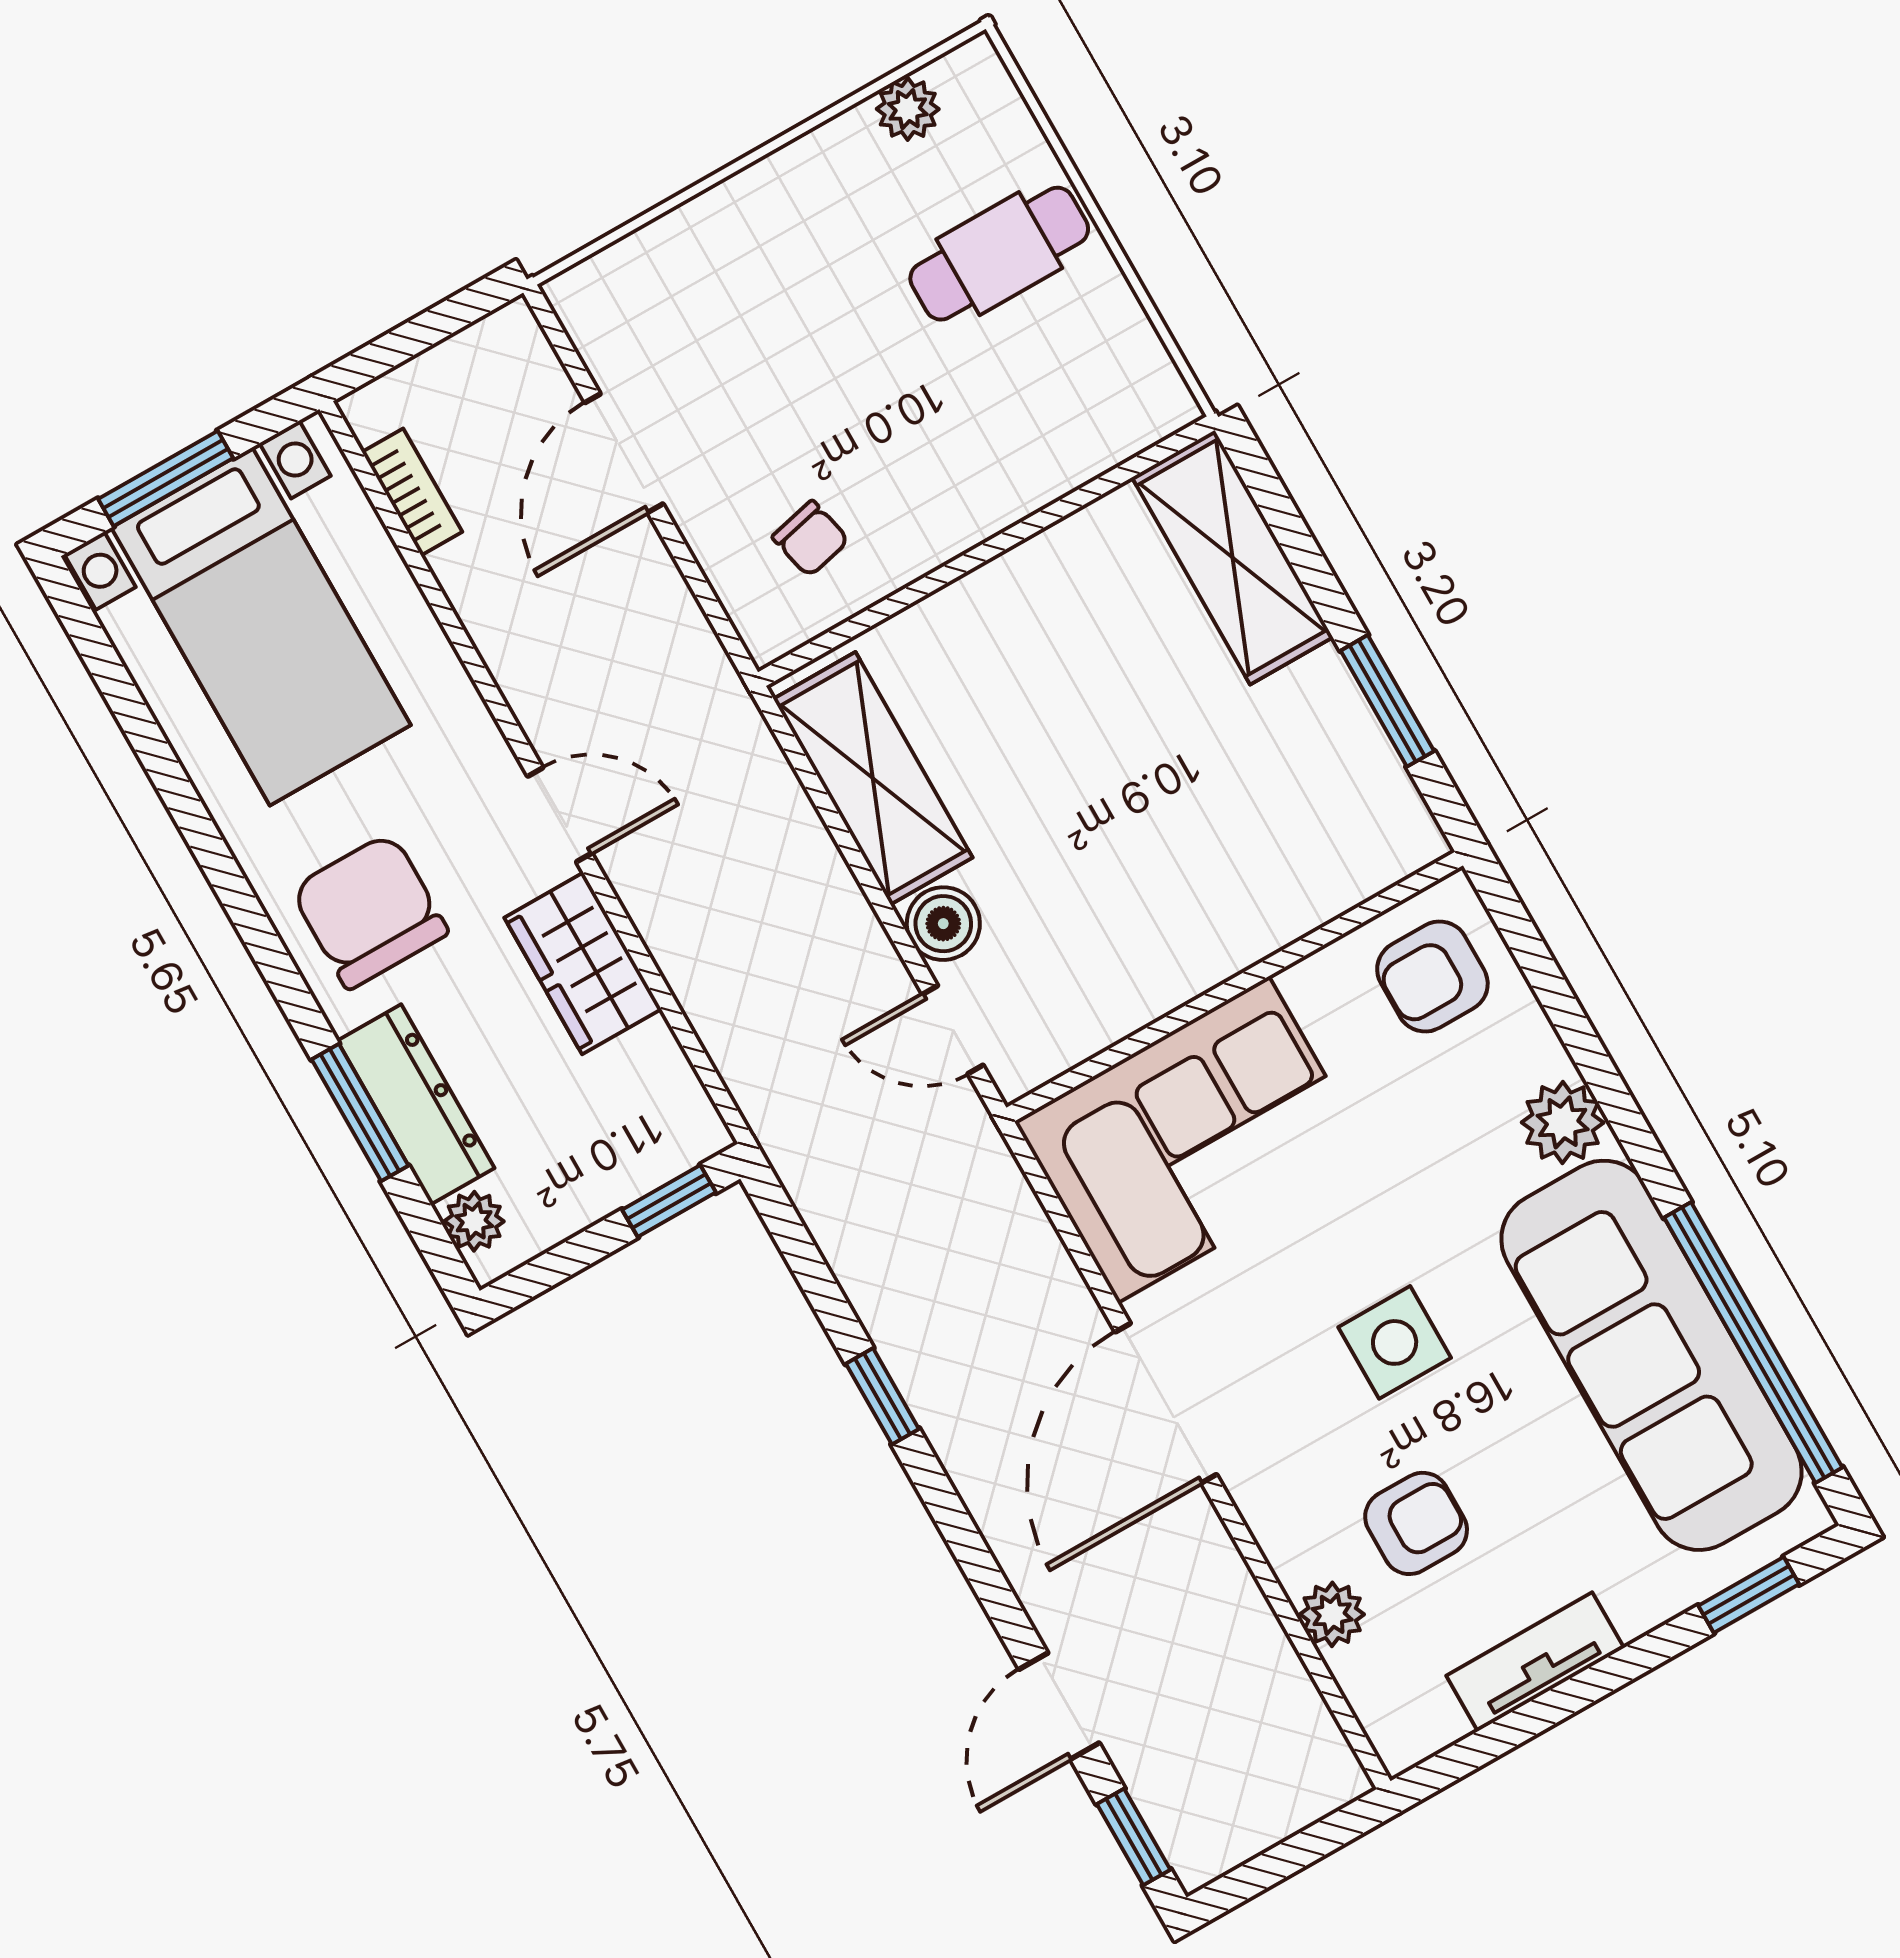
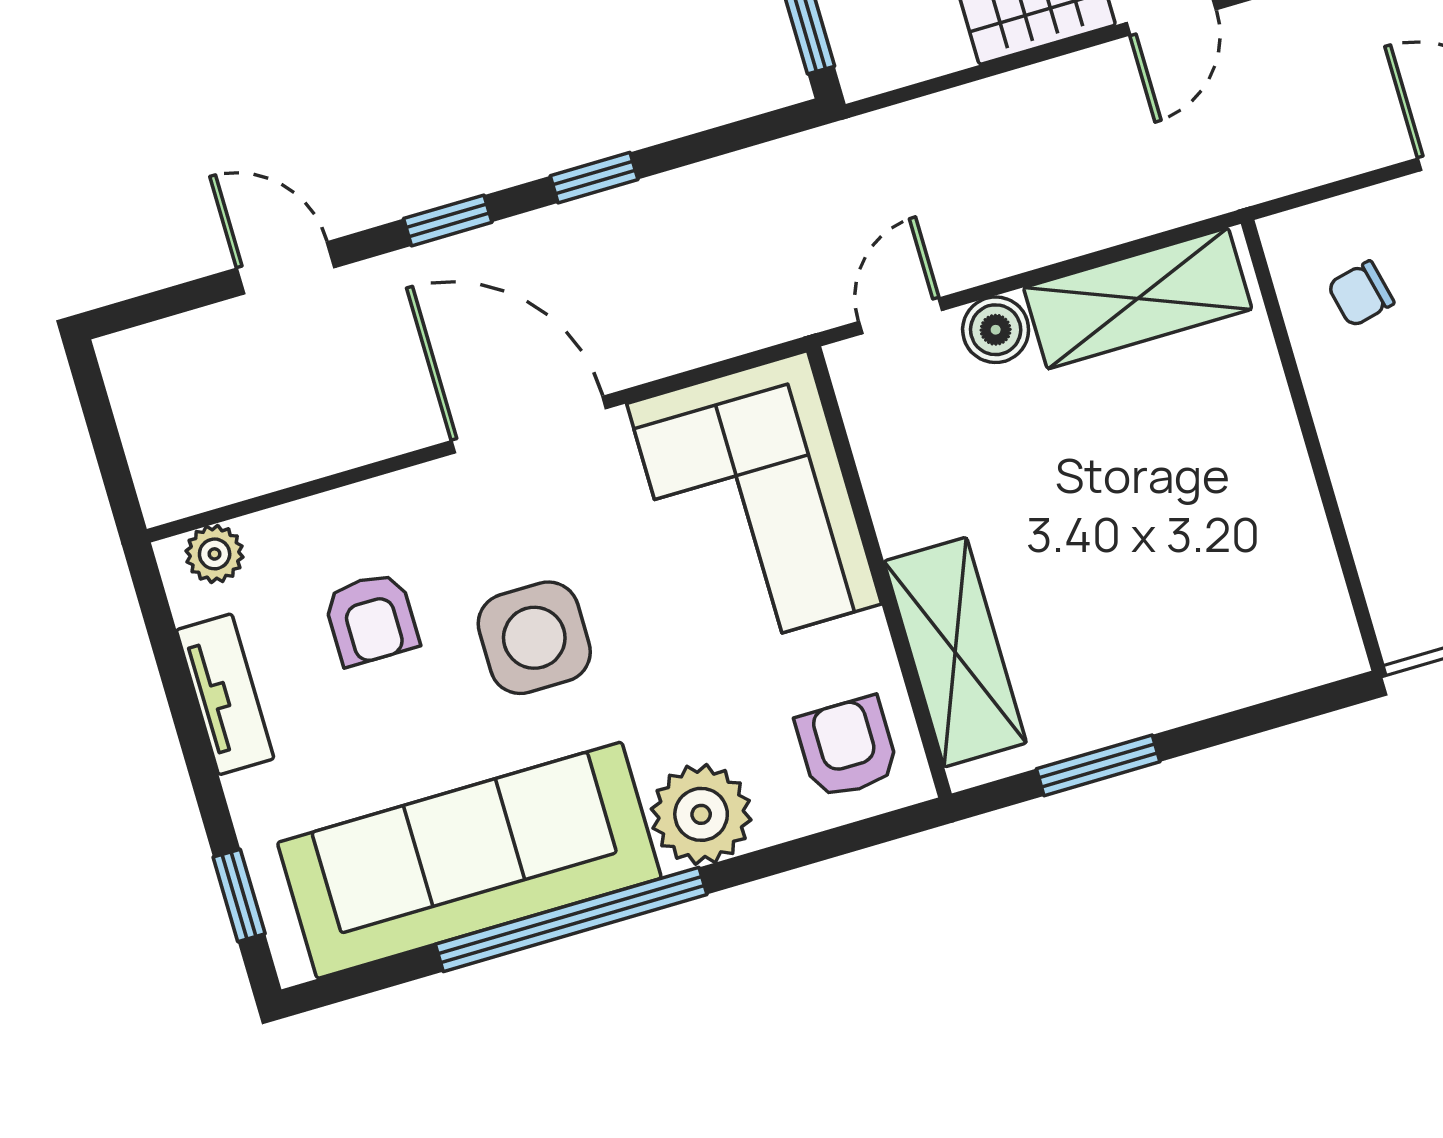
shelving: (1232, 557) -> (955, 652), moved, turned 90
plant: (1563, 1122) -> (701, 814), width x1.36, depth x1.36
side table: (1395, 1342) -> (534, 638), width x1.37, depth x1.37
window: (1753, 1343) -> (571, 919), moved
plant: (1332, 1614) -> (215, 554), moved
window: (1134, 1837) -> (448, 220), moved

